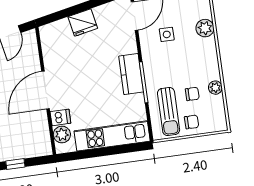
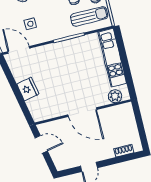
kitchen counter: (131, 74) -> (63, 48), removed
dishwasher: (60, 117) -> (102, 99), removed
window: (15, 164) -> (141, 129), removed

